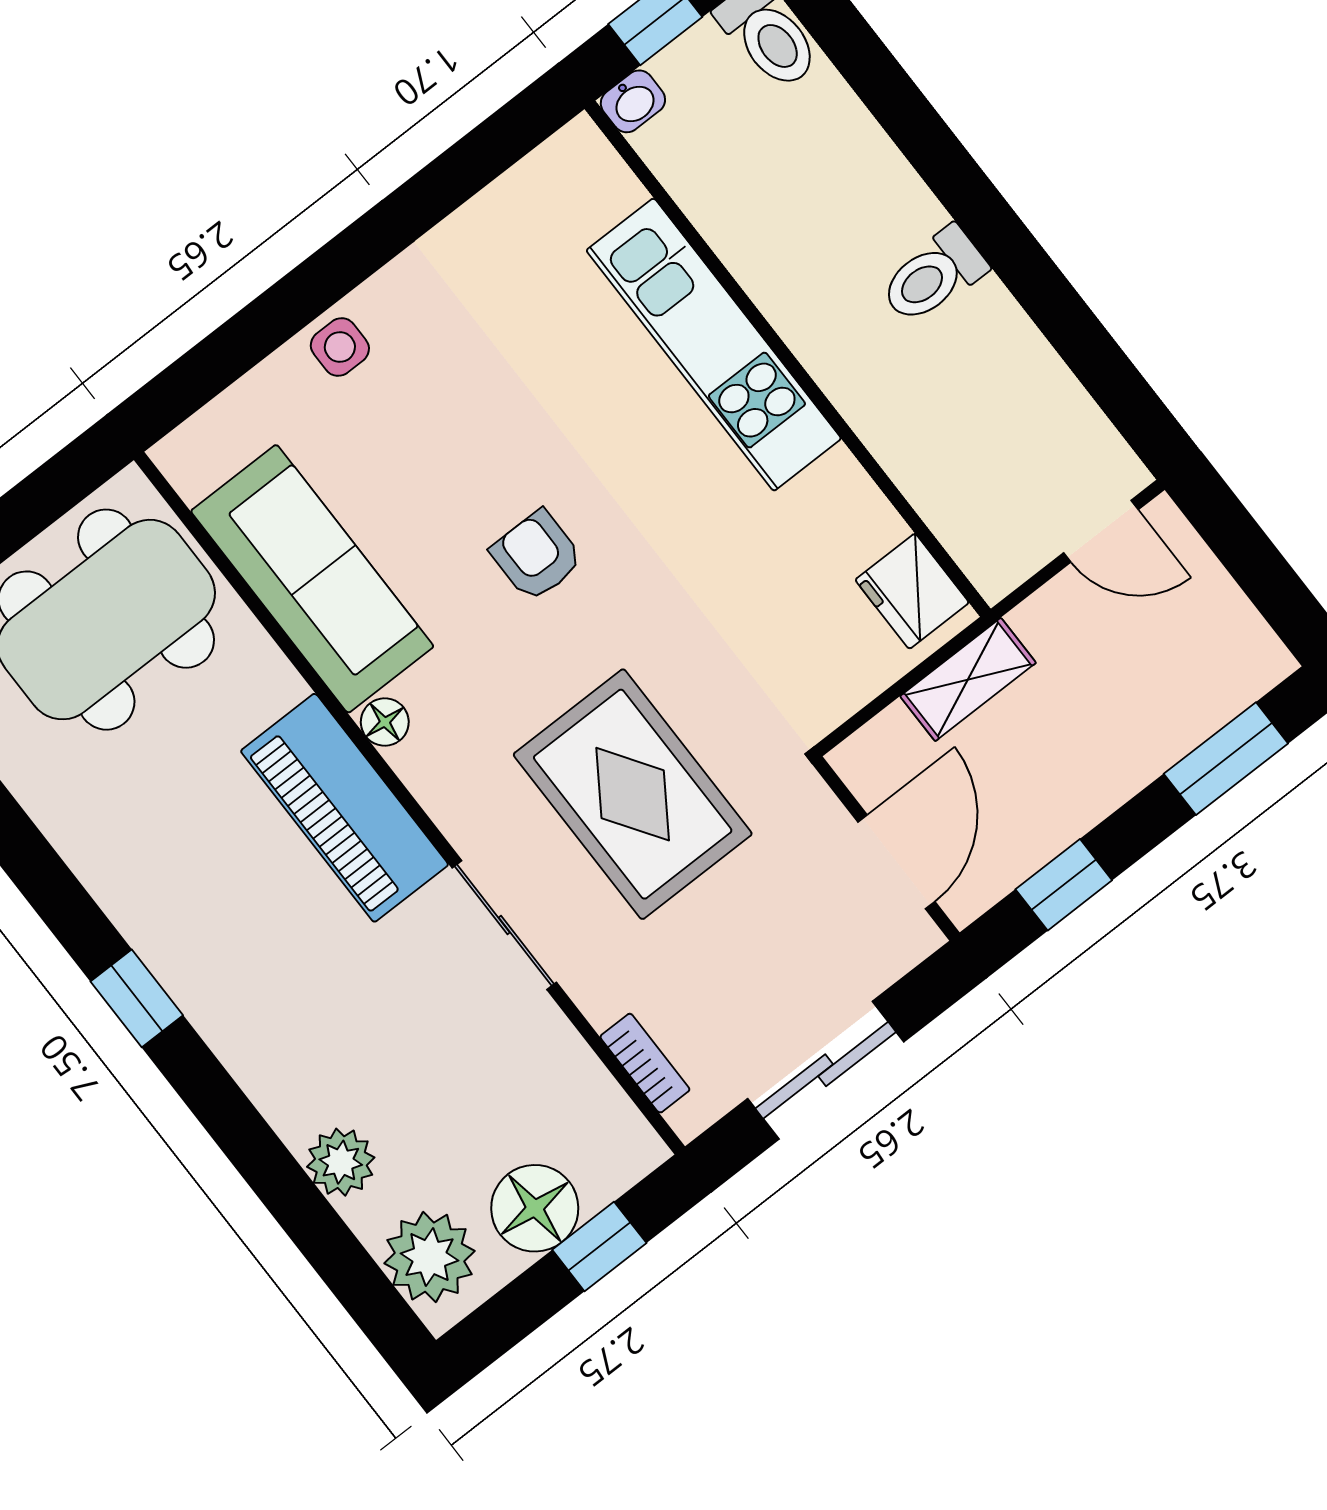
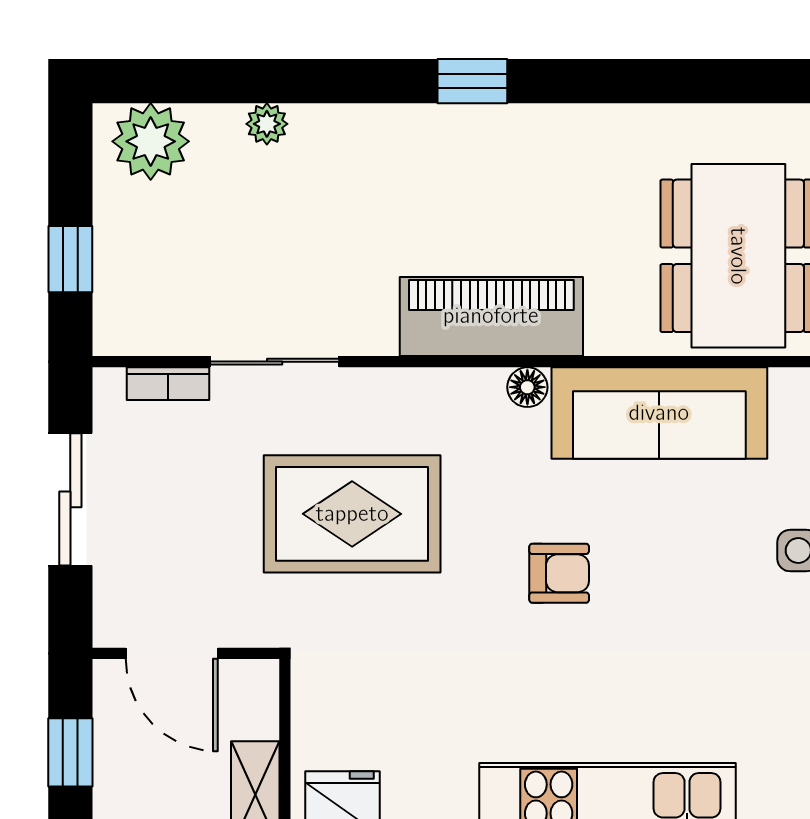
sliding door: (504, 925) -> (275, 362), moved
plant: (341, 1162) -> (267, 124), width x0.73, depth x0.73
floor lamp: (535, 1208) -> (129, 236), removed

